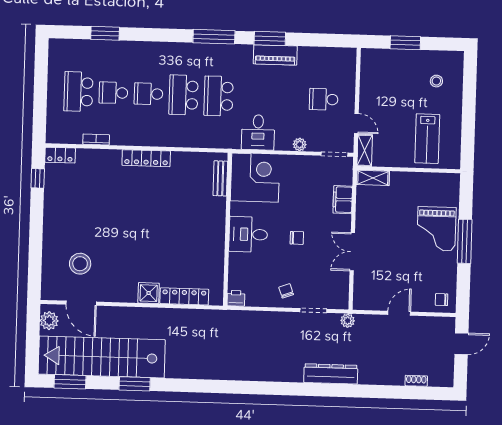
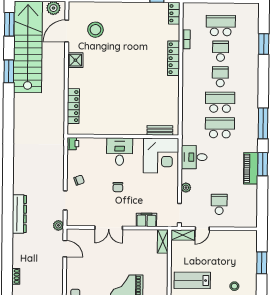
locker: (146, 158) -> (174, 58), moved
double door: (352, 252) -> (109, 228), swing flipped
shower: (149, 293) -> (75, 60), moved
door: (399, 313) -> (65, 249), moved

